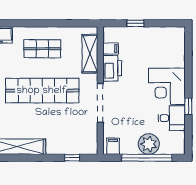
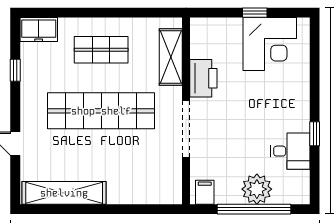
window: (135, 23) -> (255, 13), moved
filing cabinet: (111, 49) -> (201, 49), removed
corner desk: (167, 86) -> (270, 44), moved, turned -90
window: (72, 158) -> (145, 209), removed

